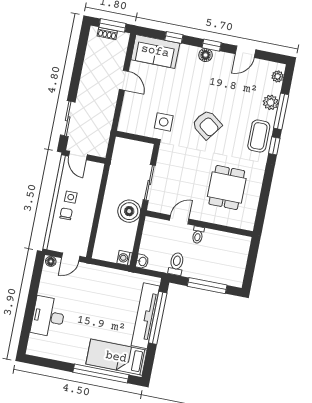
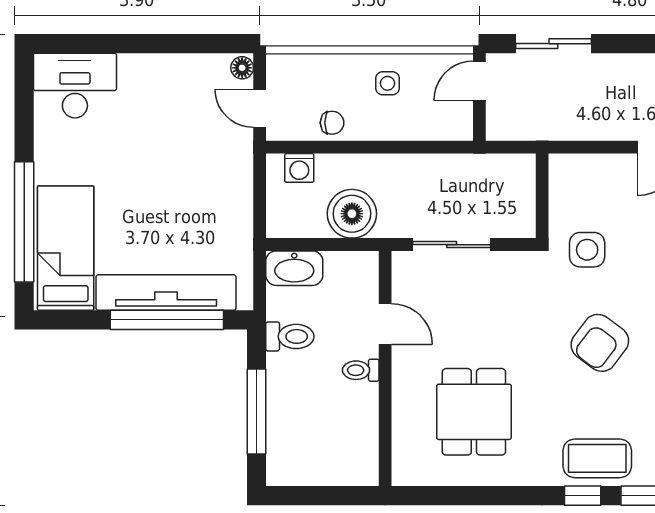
dining table: (227, 187) -> (474, 412), turned 90
boiler: (129, 211) -> (352, 214), moved
chair: (66, 214) -> (332, 123), moved
washing machine: (125, 258) -> (299, 168), moved, turned 180
washbasin: (142, 261) -> (294, 268), width x1.91, depth x1.45
desk: (48, 317) -> (75, 86), moved

